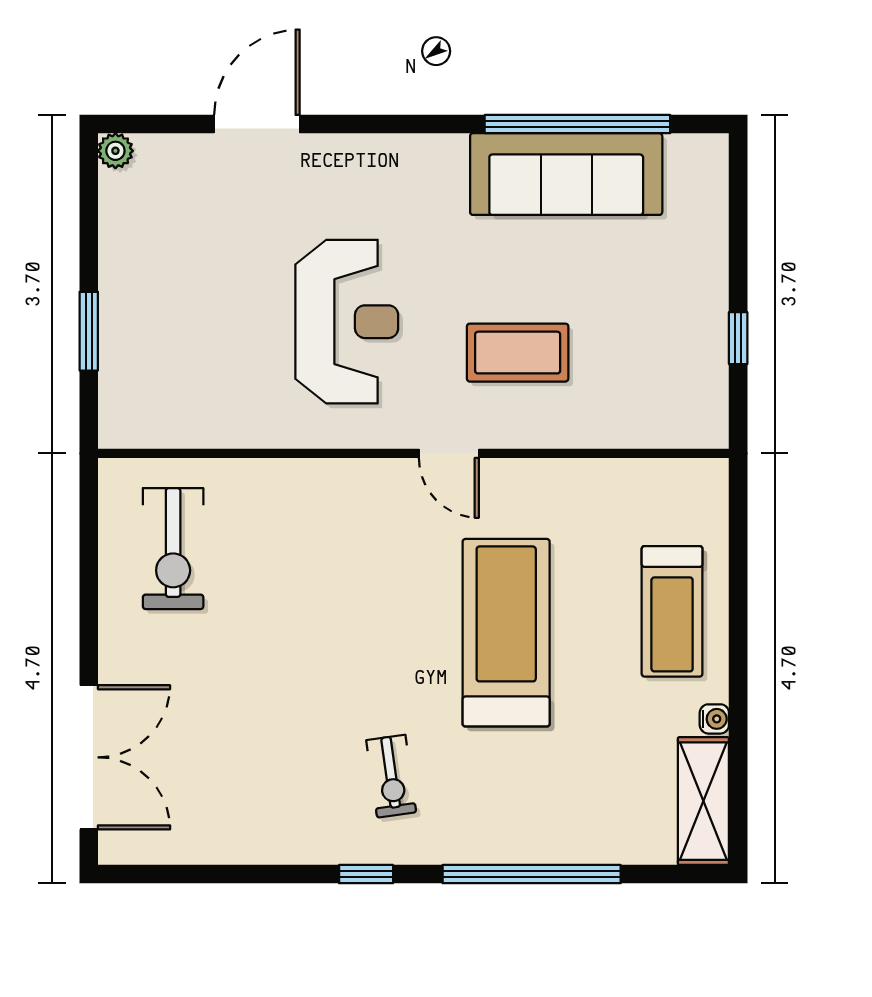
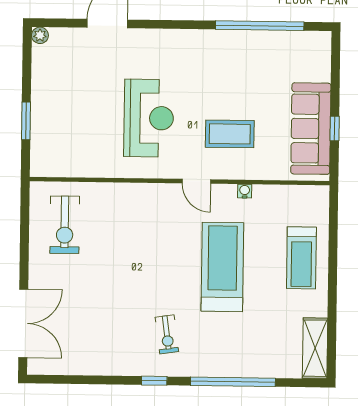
sofa: (566, 174) -> (311, 129), moved, turned 90
water cooler: (714, 719) -> (245, 191), moved, turned -90

